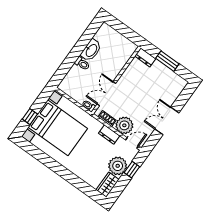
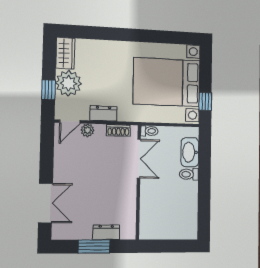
washbasin: (91, 50) -> (190, 152), moved
dresser: (145, 57) -> (106, 232), moved
window: (30, 117) -> (205, 101), moved
double door: (167, 121) -> (45, 203), moved
plant: (124, 125) -> (87, 130), width x0.53, depth x0.53

